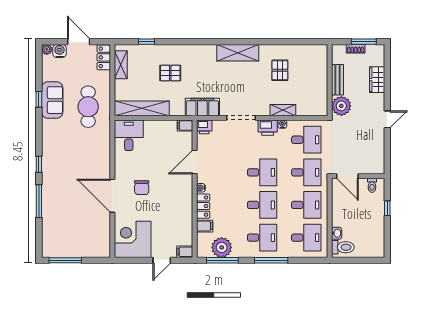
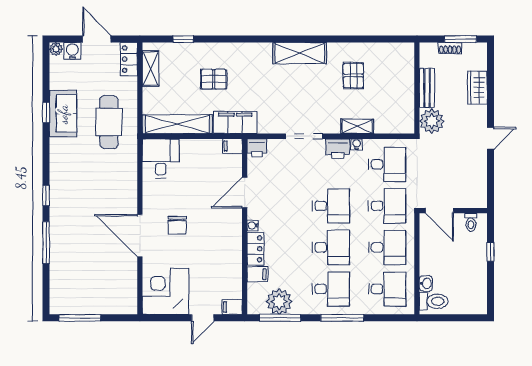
filing cabinet: (202, 107) -> (235, 122), moved

